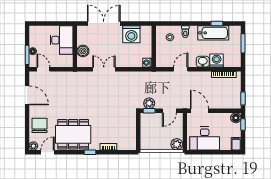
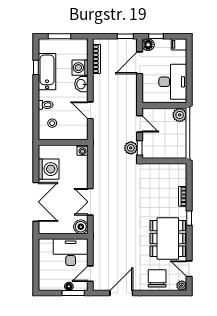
double door: (104, 24) -> (36, 202), swing flipped
desk: (61, 40) -> (71, 252), moved
boiler: (83, 51) -> (81, 227), moved
door: (199, 111) -> (140, 63), moved
chair: (39, 125) -> (157, 278), turned 90

